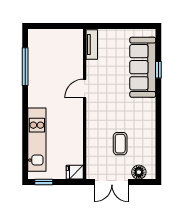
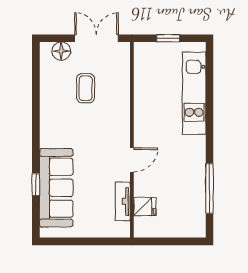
tv unit: (92, 44) -> (123, 201), moved
fridge: (75, 172) -> (145, 207), moved
window: (44, 182) -> (168, 38), moved

